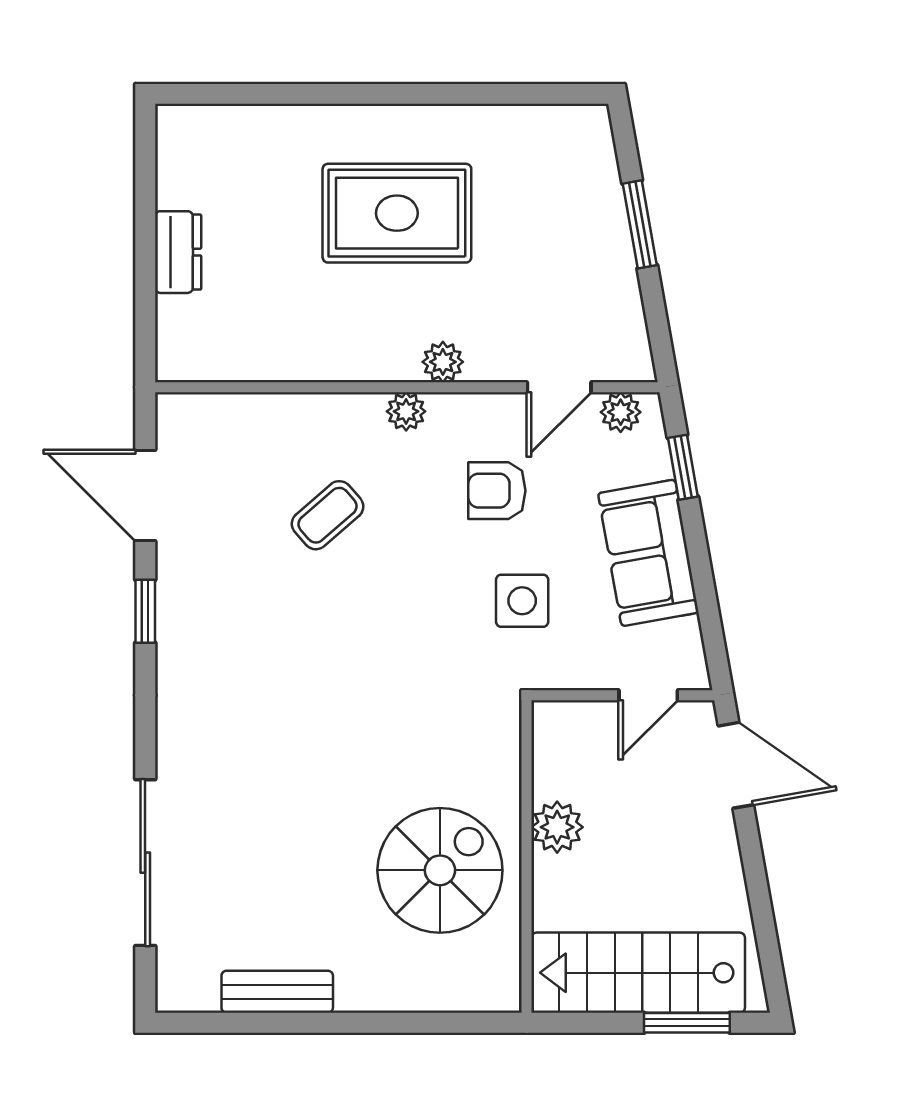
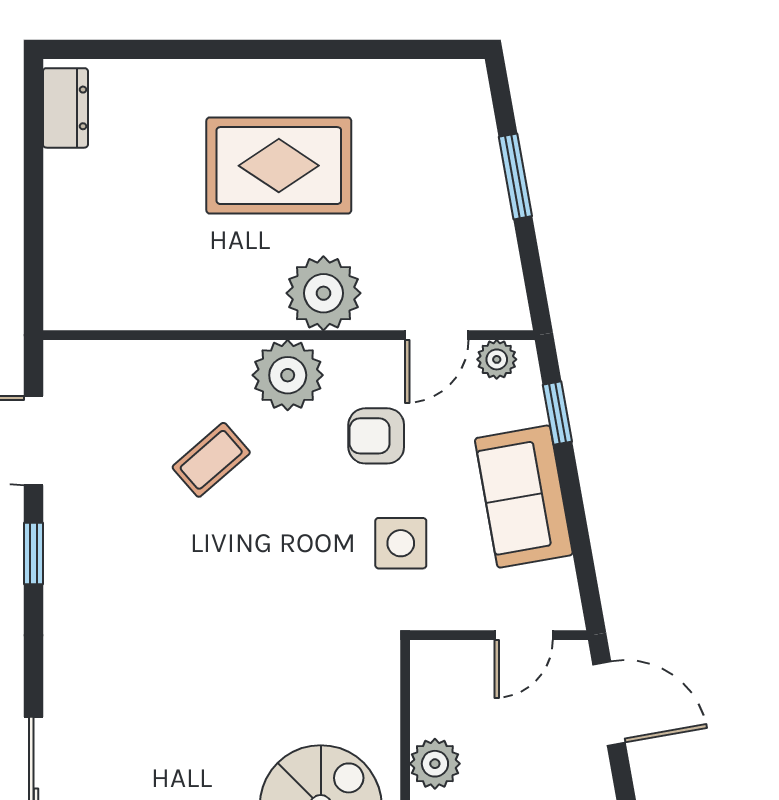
dresser: (178, 252) -> (65, 108), moved
plant: (443, 362) -> (323, 293), width x1.87, depth x1.87
plant: (406, 411) -> (288, 375), width x1.88, depth x1.88

